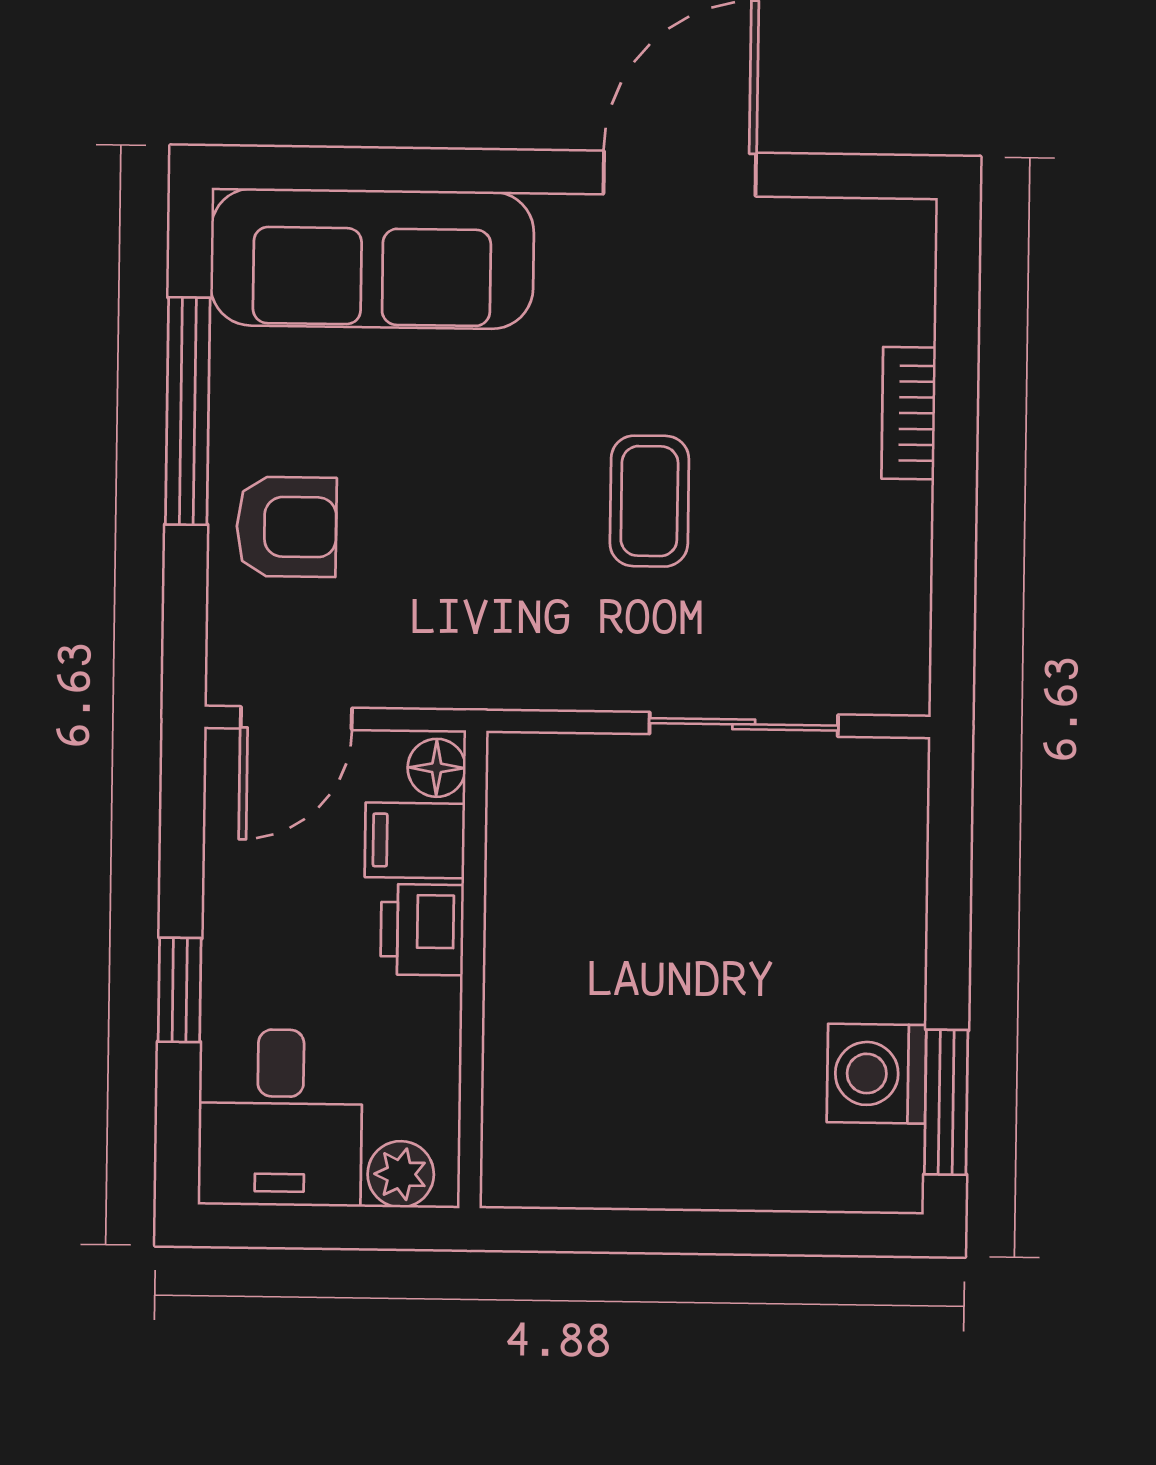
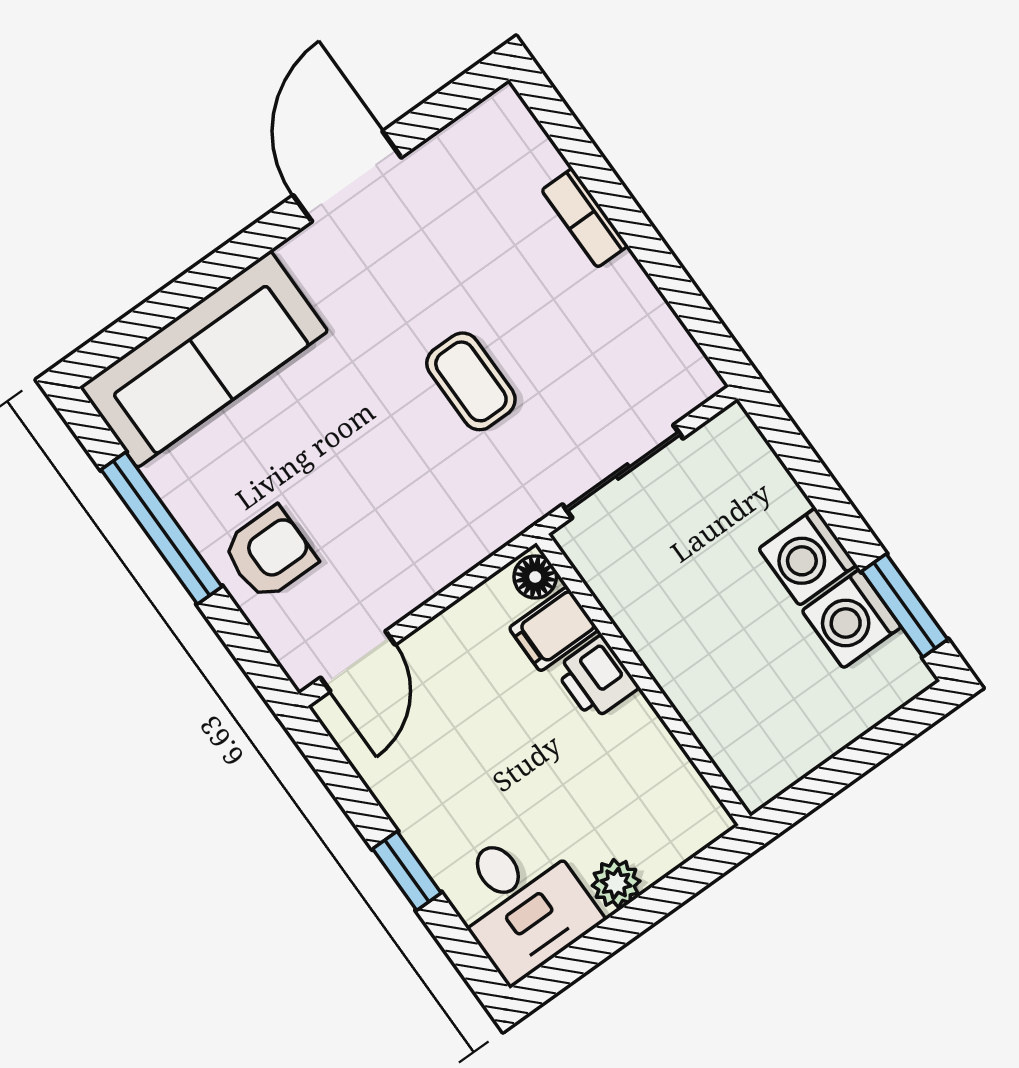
floor lamp: (437, 768) -> (535, 577), moved
filing cabinet: (415, 840) -> (554, 629), moved
printer: (422, 930) -> (597, 678), moved
wall: (473, 969) -> (643, 679), moved
washing machine: (879, 969) -> (808, 557), added

